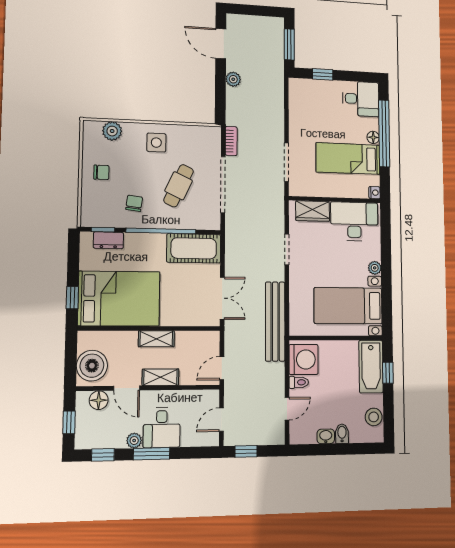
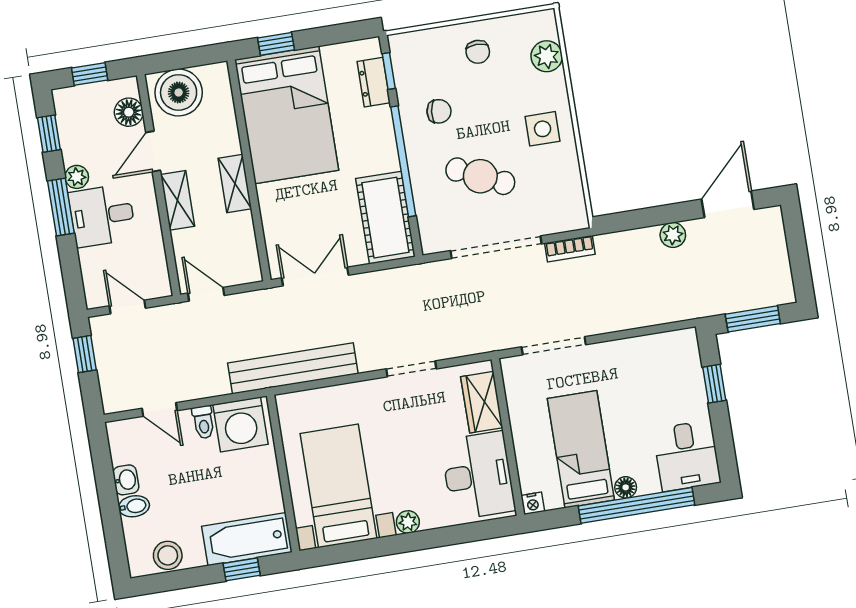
double door: (222, 298) -> (315, 277), swing flipped

